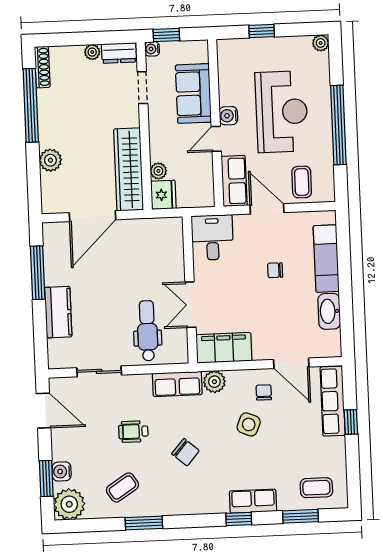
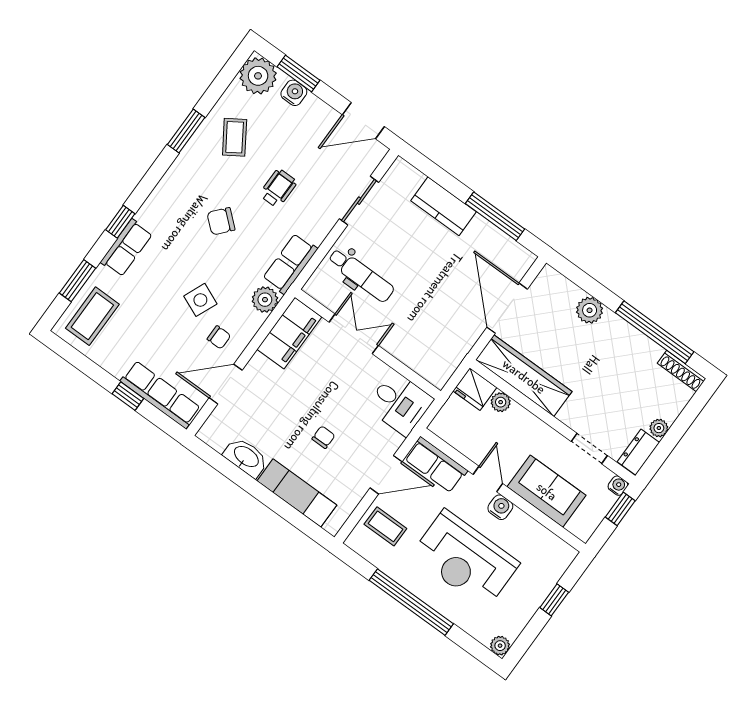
coffee table: (316, 488) -> (92, 316), width x1.36, depth x1.30

